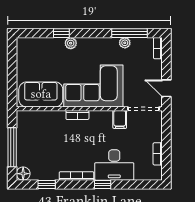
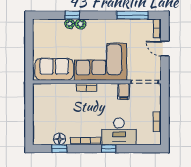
plant: (125, 43) -> (70, 24), moved
door: (166, 88) -> (165, 49), moved
window: (12, 147) -> (29, 116), removed
floor lamp: (23, 174) -> (59, 139), moved

